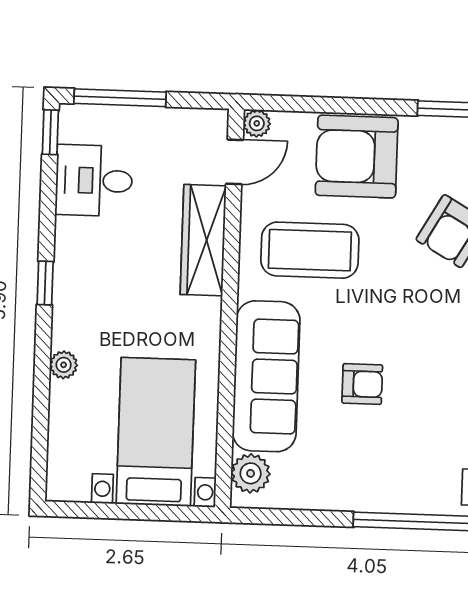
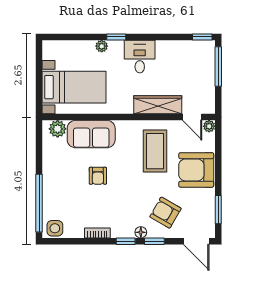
armchair: (357, 157) -> (196, 170), turned -90
desk: (94, 181) -> (140, 57), moved
window: (45, 283) -> (116, 37), moved
sofa: (266, 376) -> (91, 134), width x0.73

